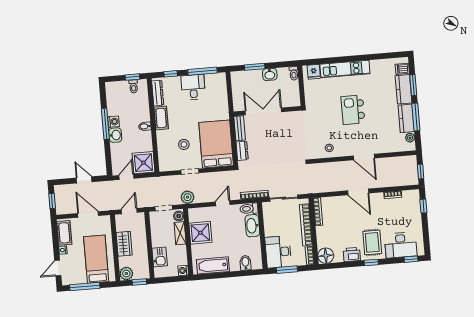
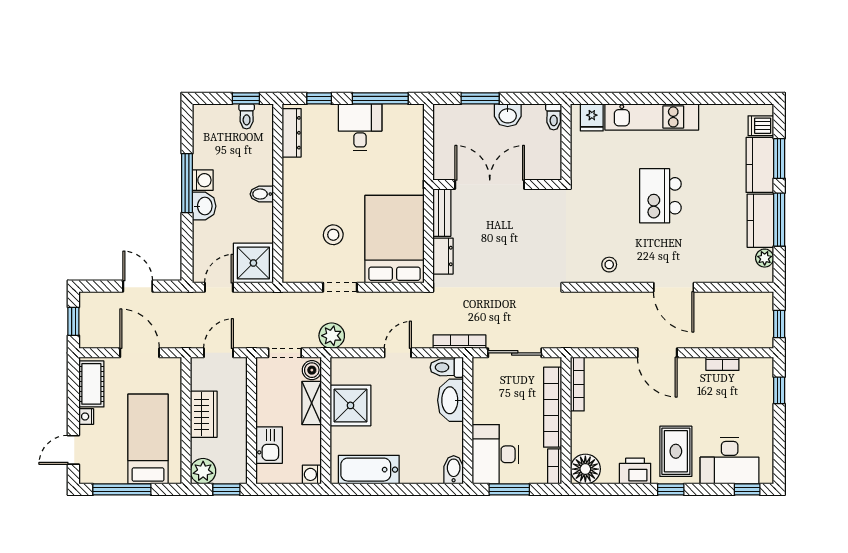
cot: (161, 118) -> (294, 181), removed
bidet: (245, 263) -> (454, 470), moved

